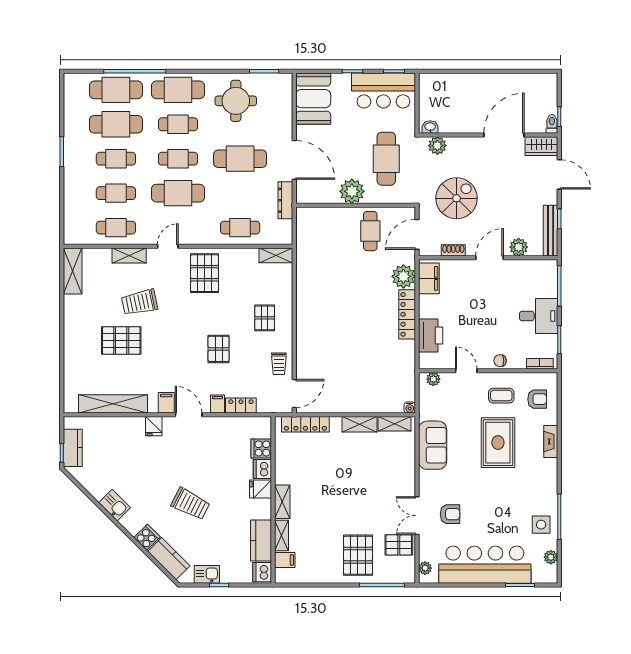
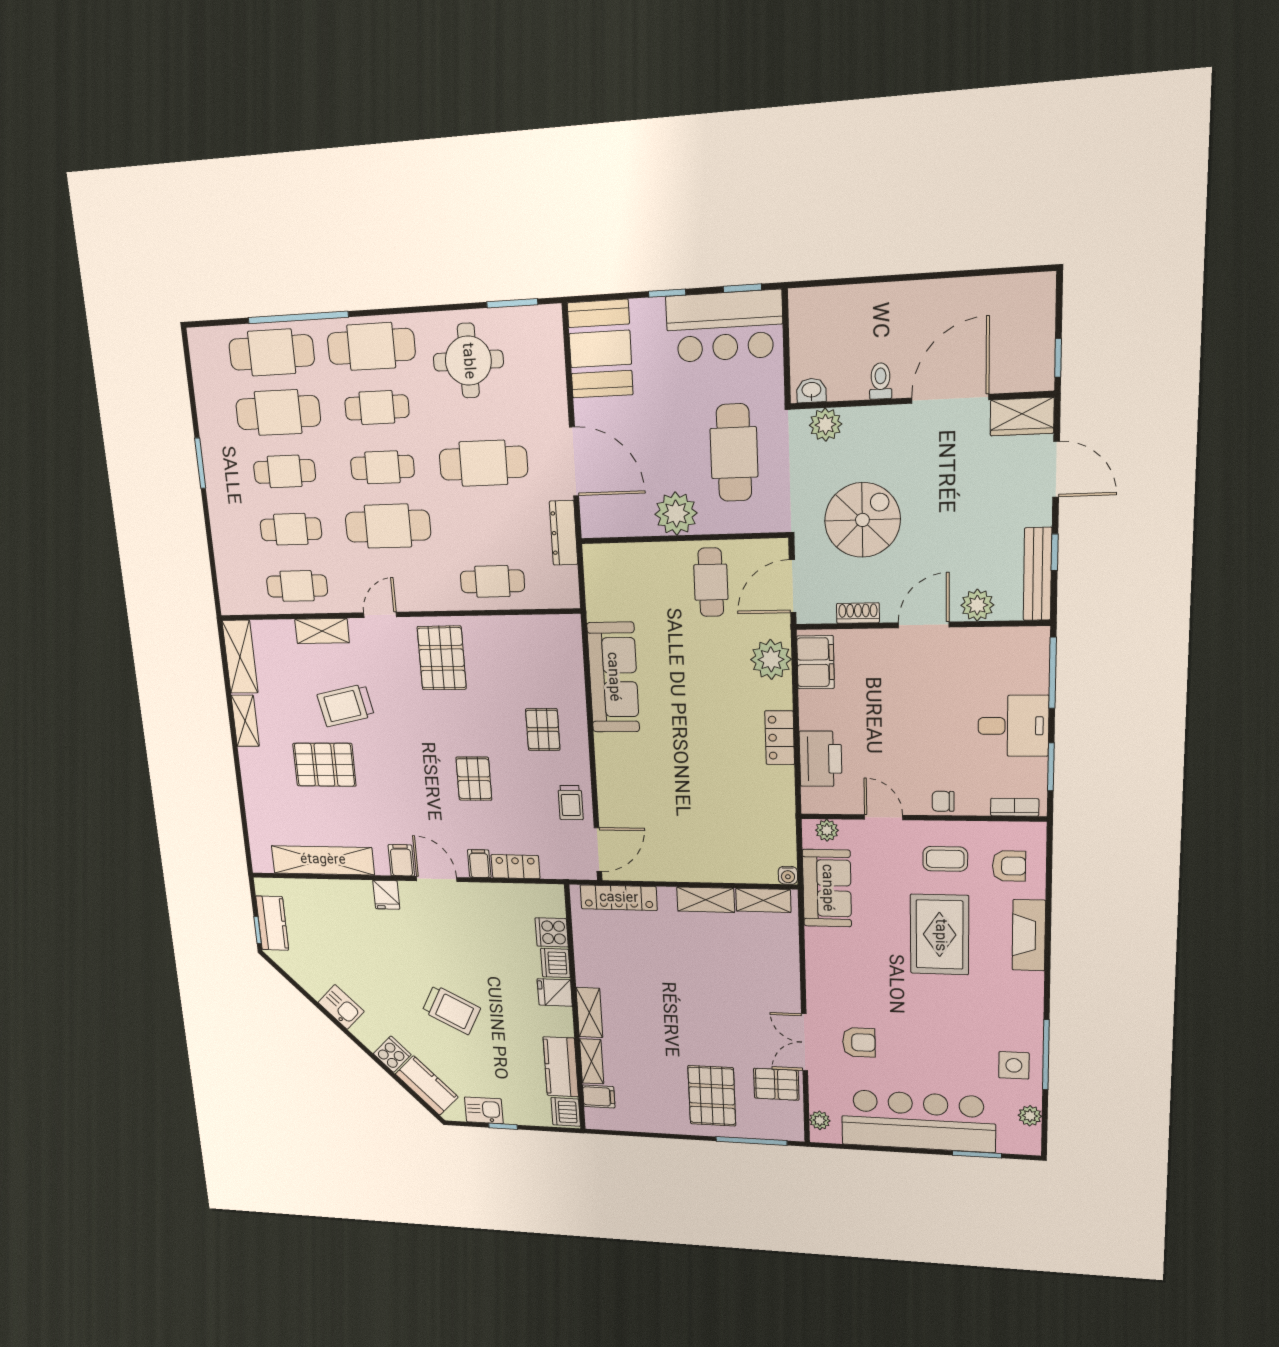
toilet: (552, 124) -> (881, 381), moved
shelving: (276, 255) -> (245, 721), moved, turned 90
sofa: (310, 286) -> (613, 677), added
locker: (407, 314) -> (780, 738), width x0.66
fireplace: (551, 441) -> (1029, 935), width x1.37, depth x1.32
sofa: (433, 445) -> (827, 888), moved

